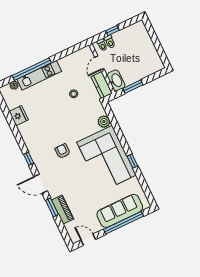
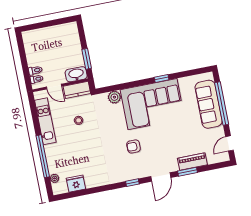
window: (112, 30) -> (25, 65), removed
kitchen unit: (39, 75) -> (45, 121), moved
fridge: (19, 116) -> (76, 184), moved

